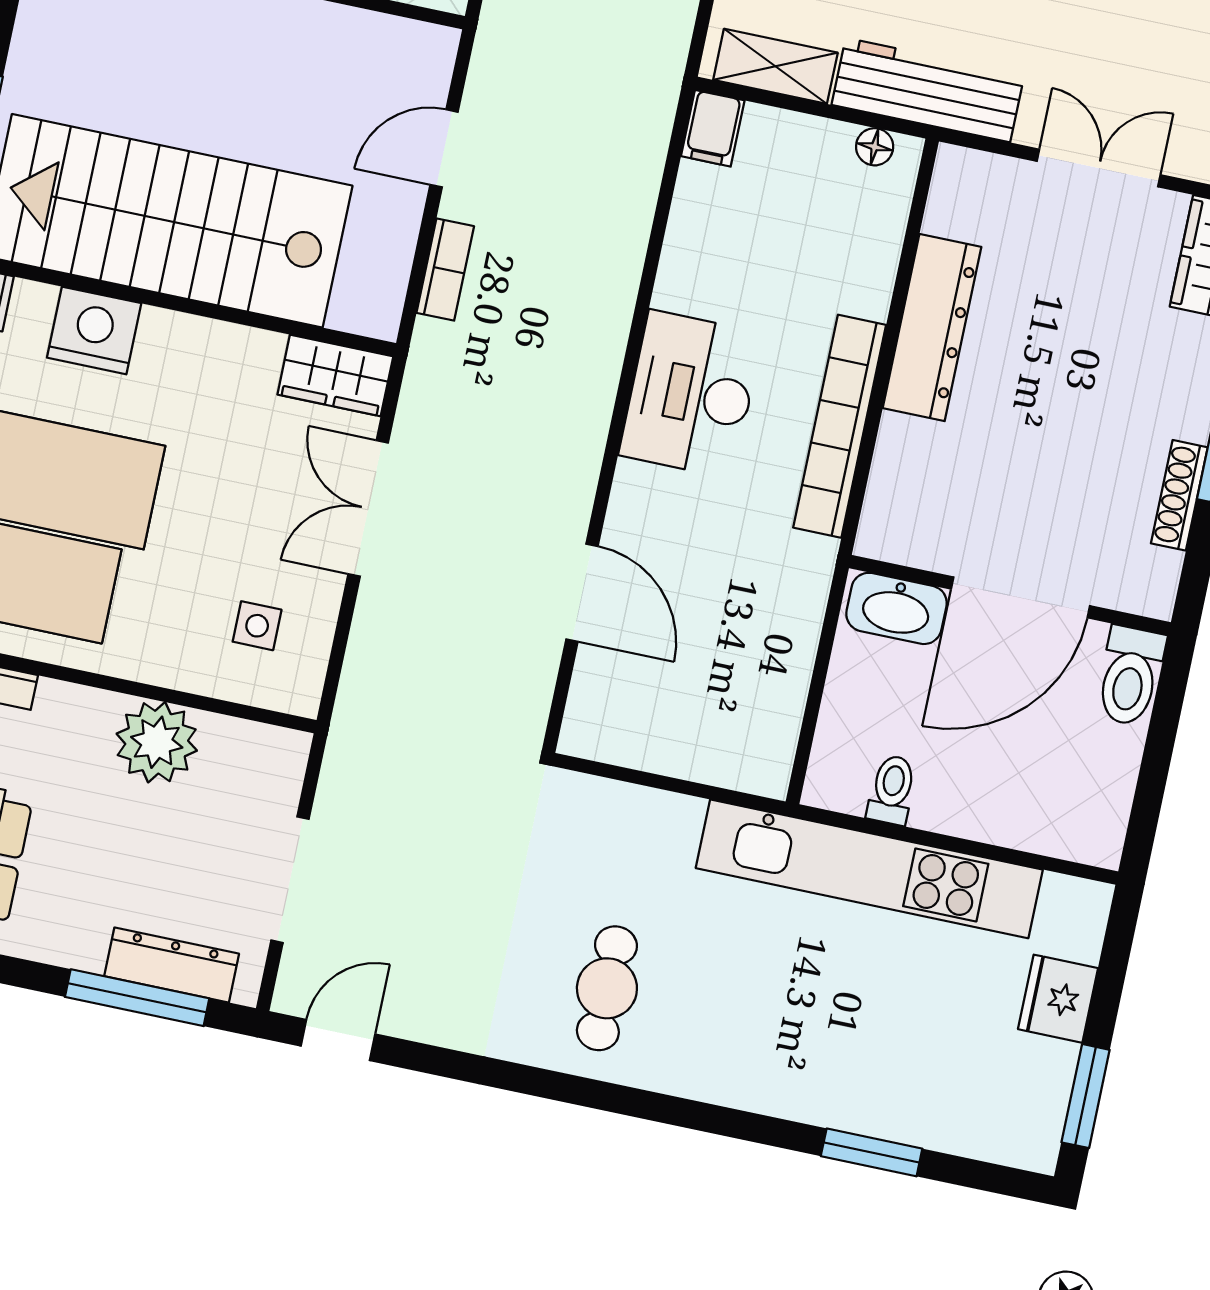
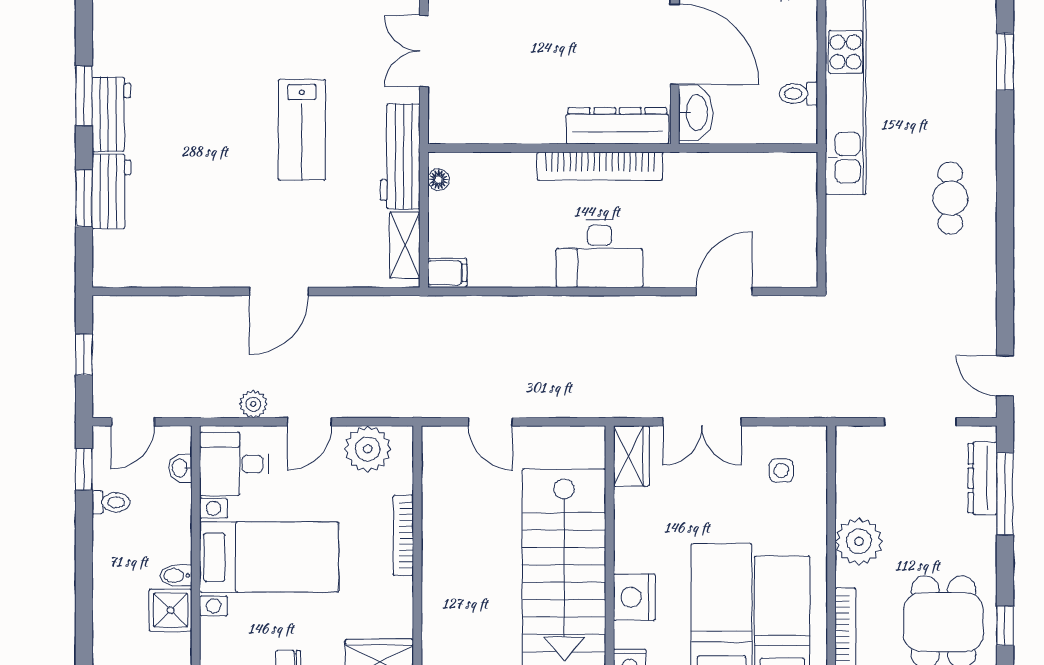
bookcase: (445, 269) -> (558, 407), removed
dresser: (932, 328) -> (617, 126), moved
plant: (157, 742) -> (859, 541), moved
cafe table: (607, 988) -> (950, 198), moved, turned 90

